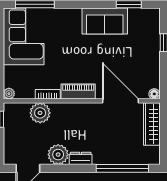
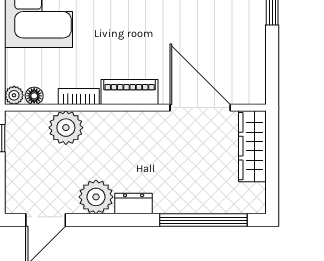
floor lamp: (154, 94) -> (34, 96), moved

